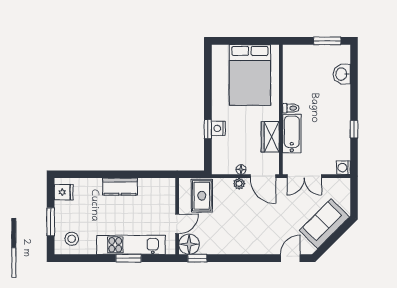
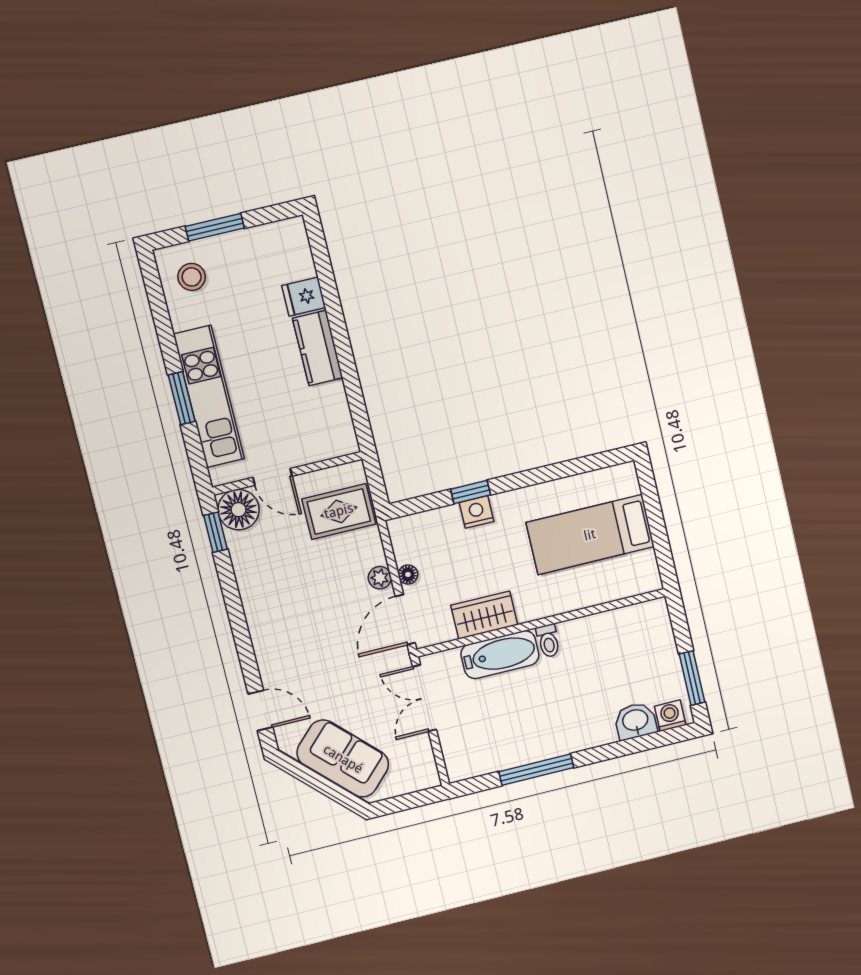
bed: (250, 75) -> (590, 535), width x0.67
window: (354, 129) -> (536, 770), width x2.17
washing machine: (343, 168) -> (670, 716), moved
fridge: (64, 192) -> (304, 297), moved, turned 90

